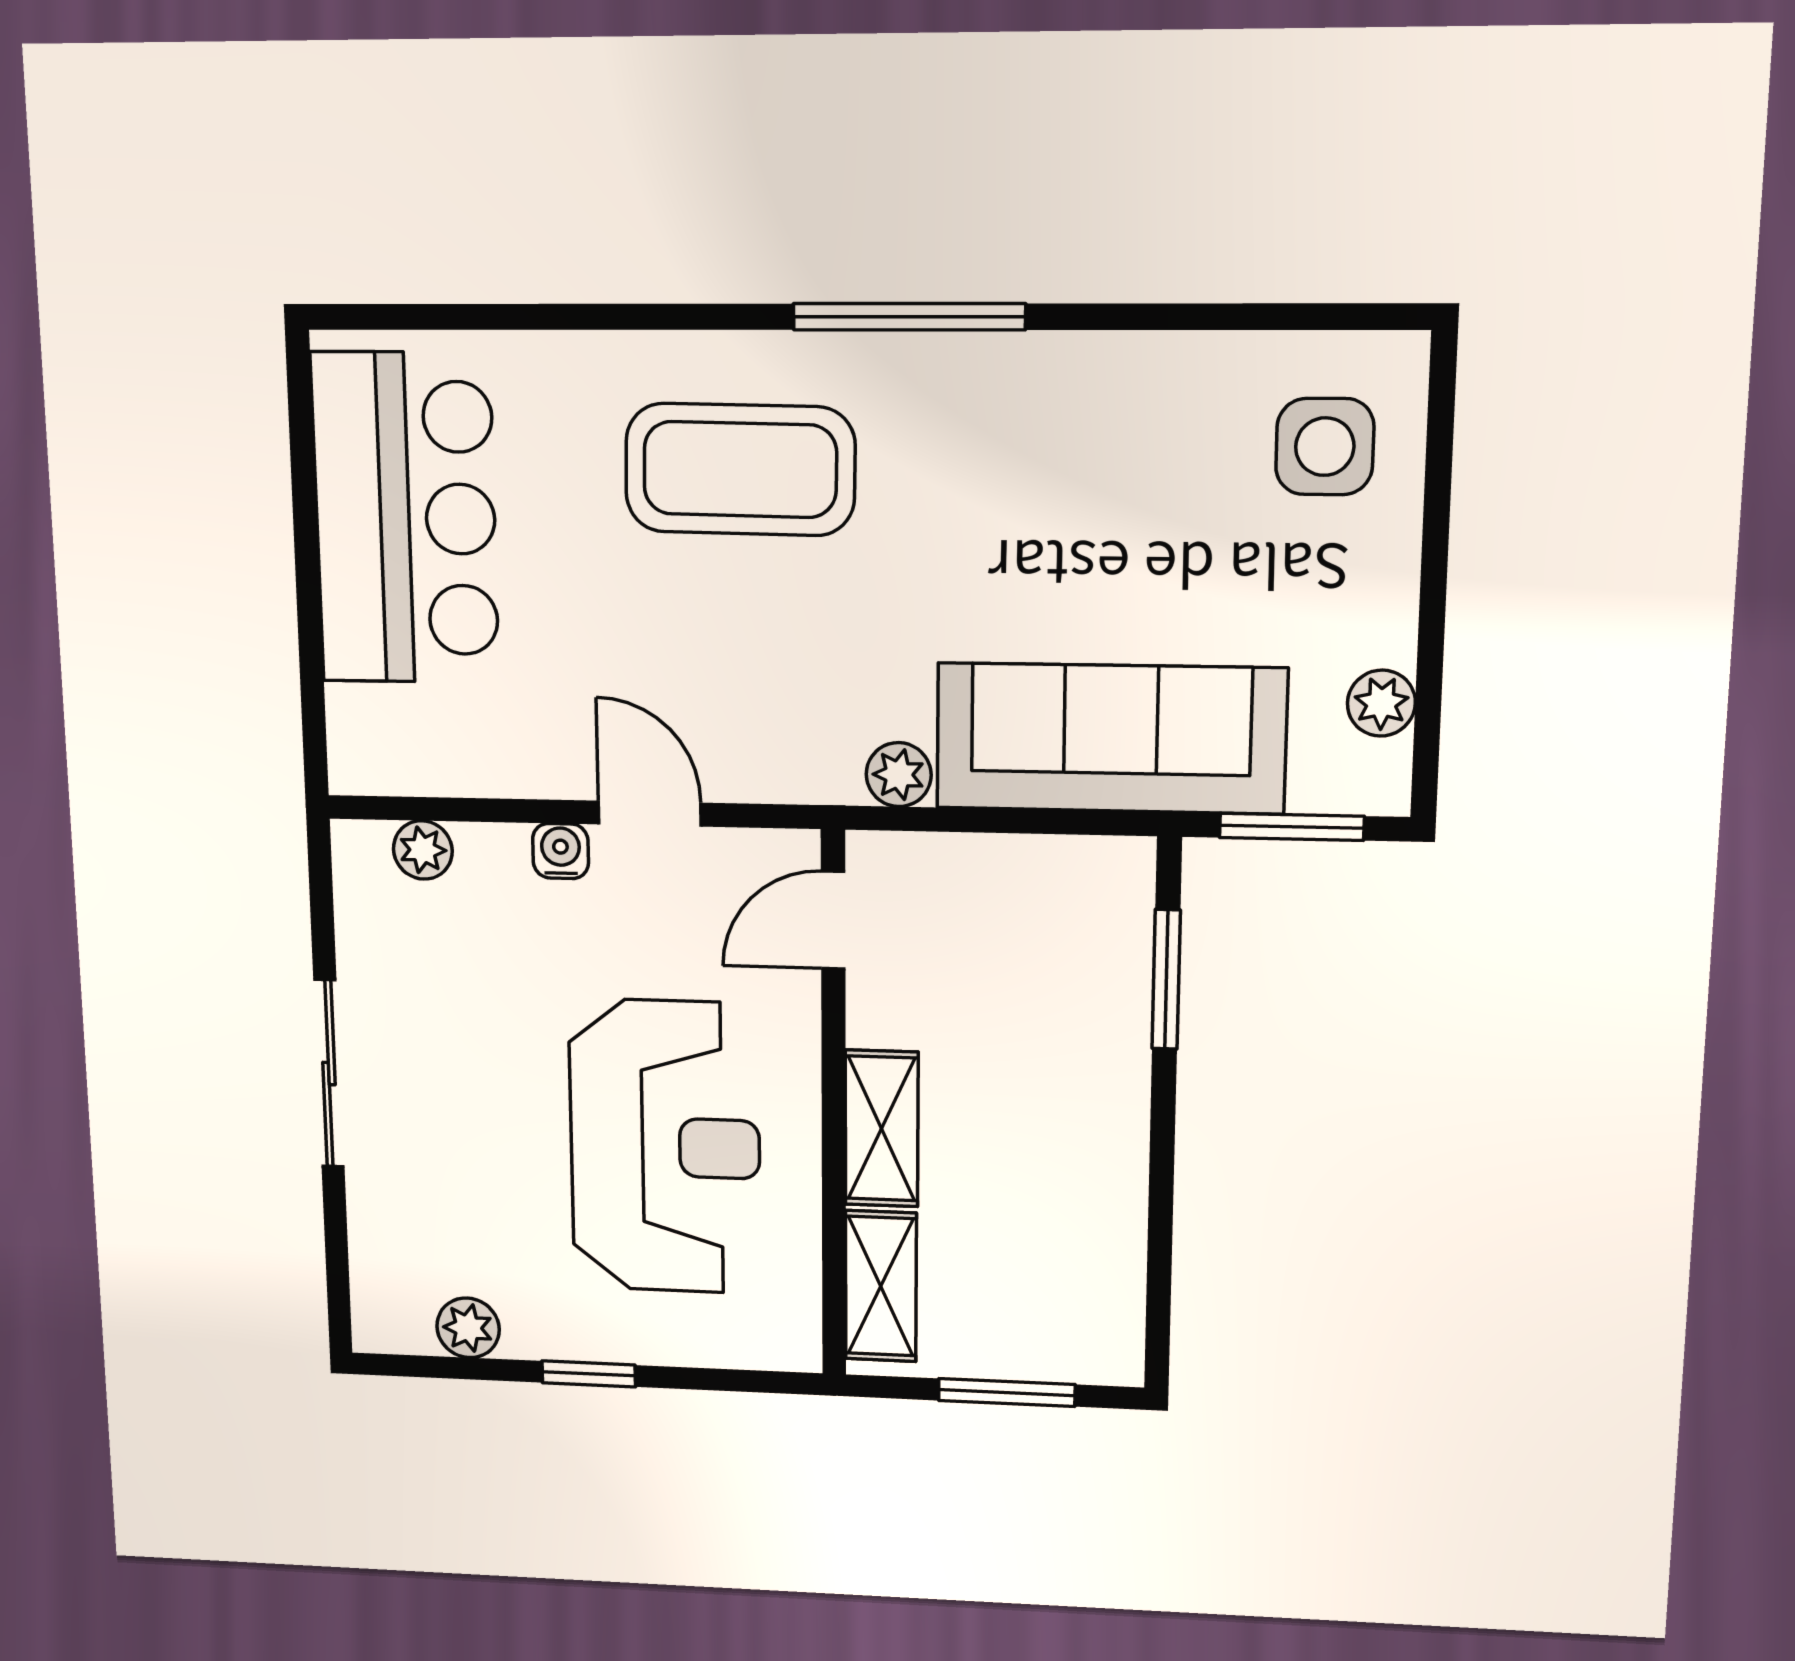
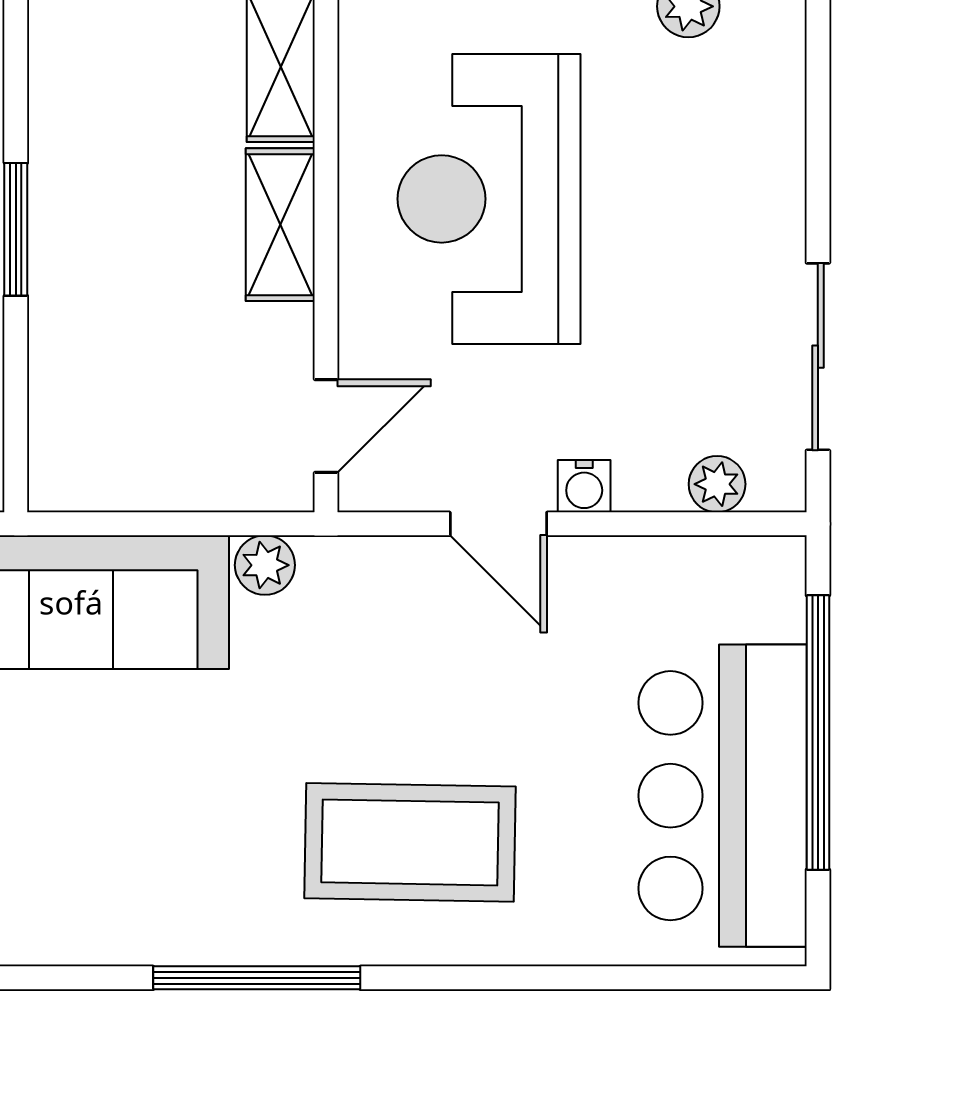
window: (308, 586) -> (818, 732), added
window: (1166, 979) -> (16, 229), moved
sliding door: (329, 1074) -> (818, 357), moved

